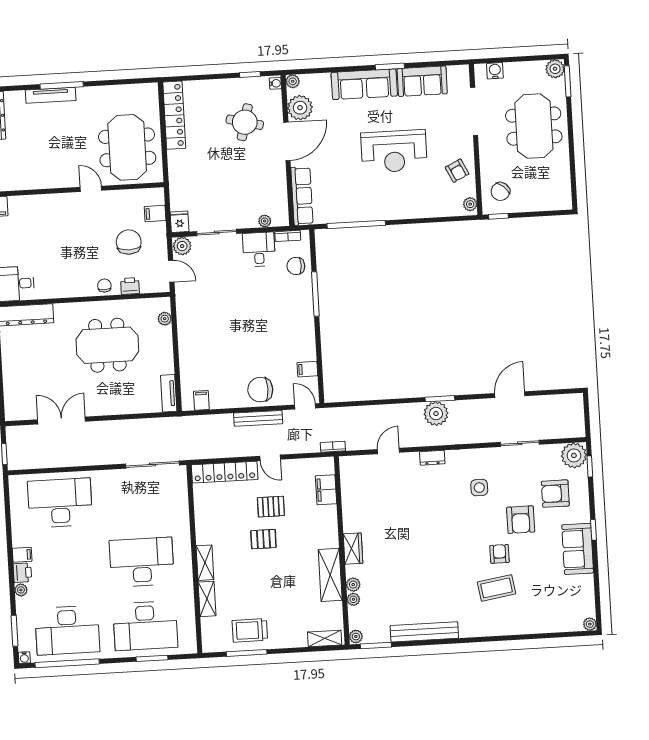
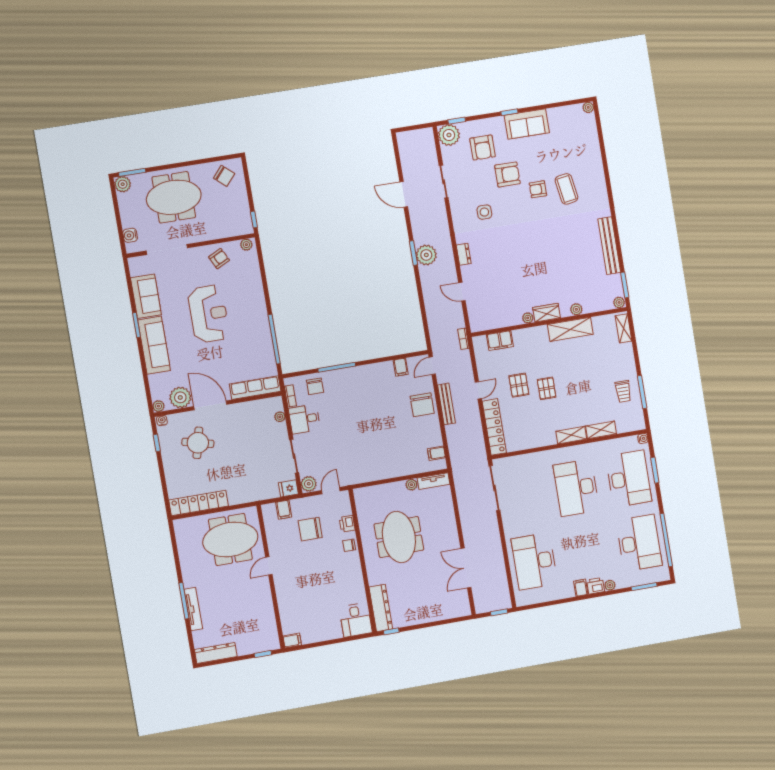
chair: (500, 191) -> (224, 176), moved
plant: (165, 319) -> (411, 485), moved
plant: (353, 599) -> (528, 318), moved
trolley: (250, 630) -> (623, 391), width x0.73, depth x0.72
water cooler: (24, 658) -> (643, 438), moved

